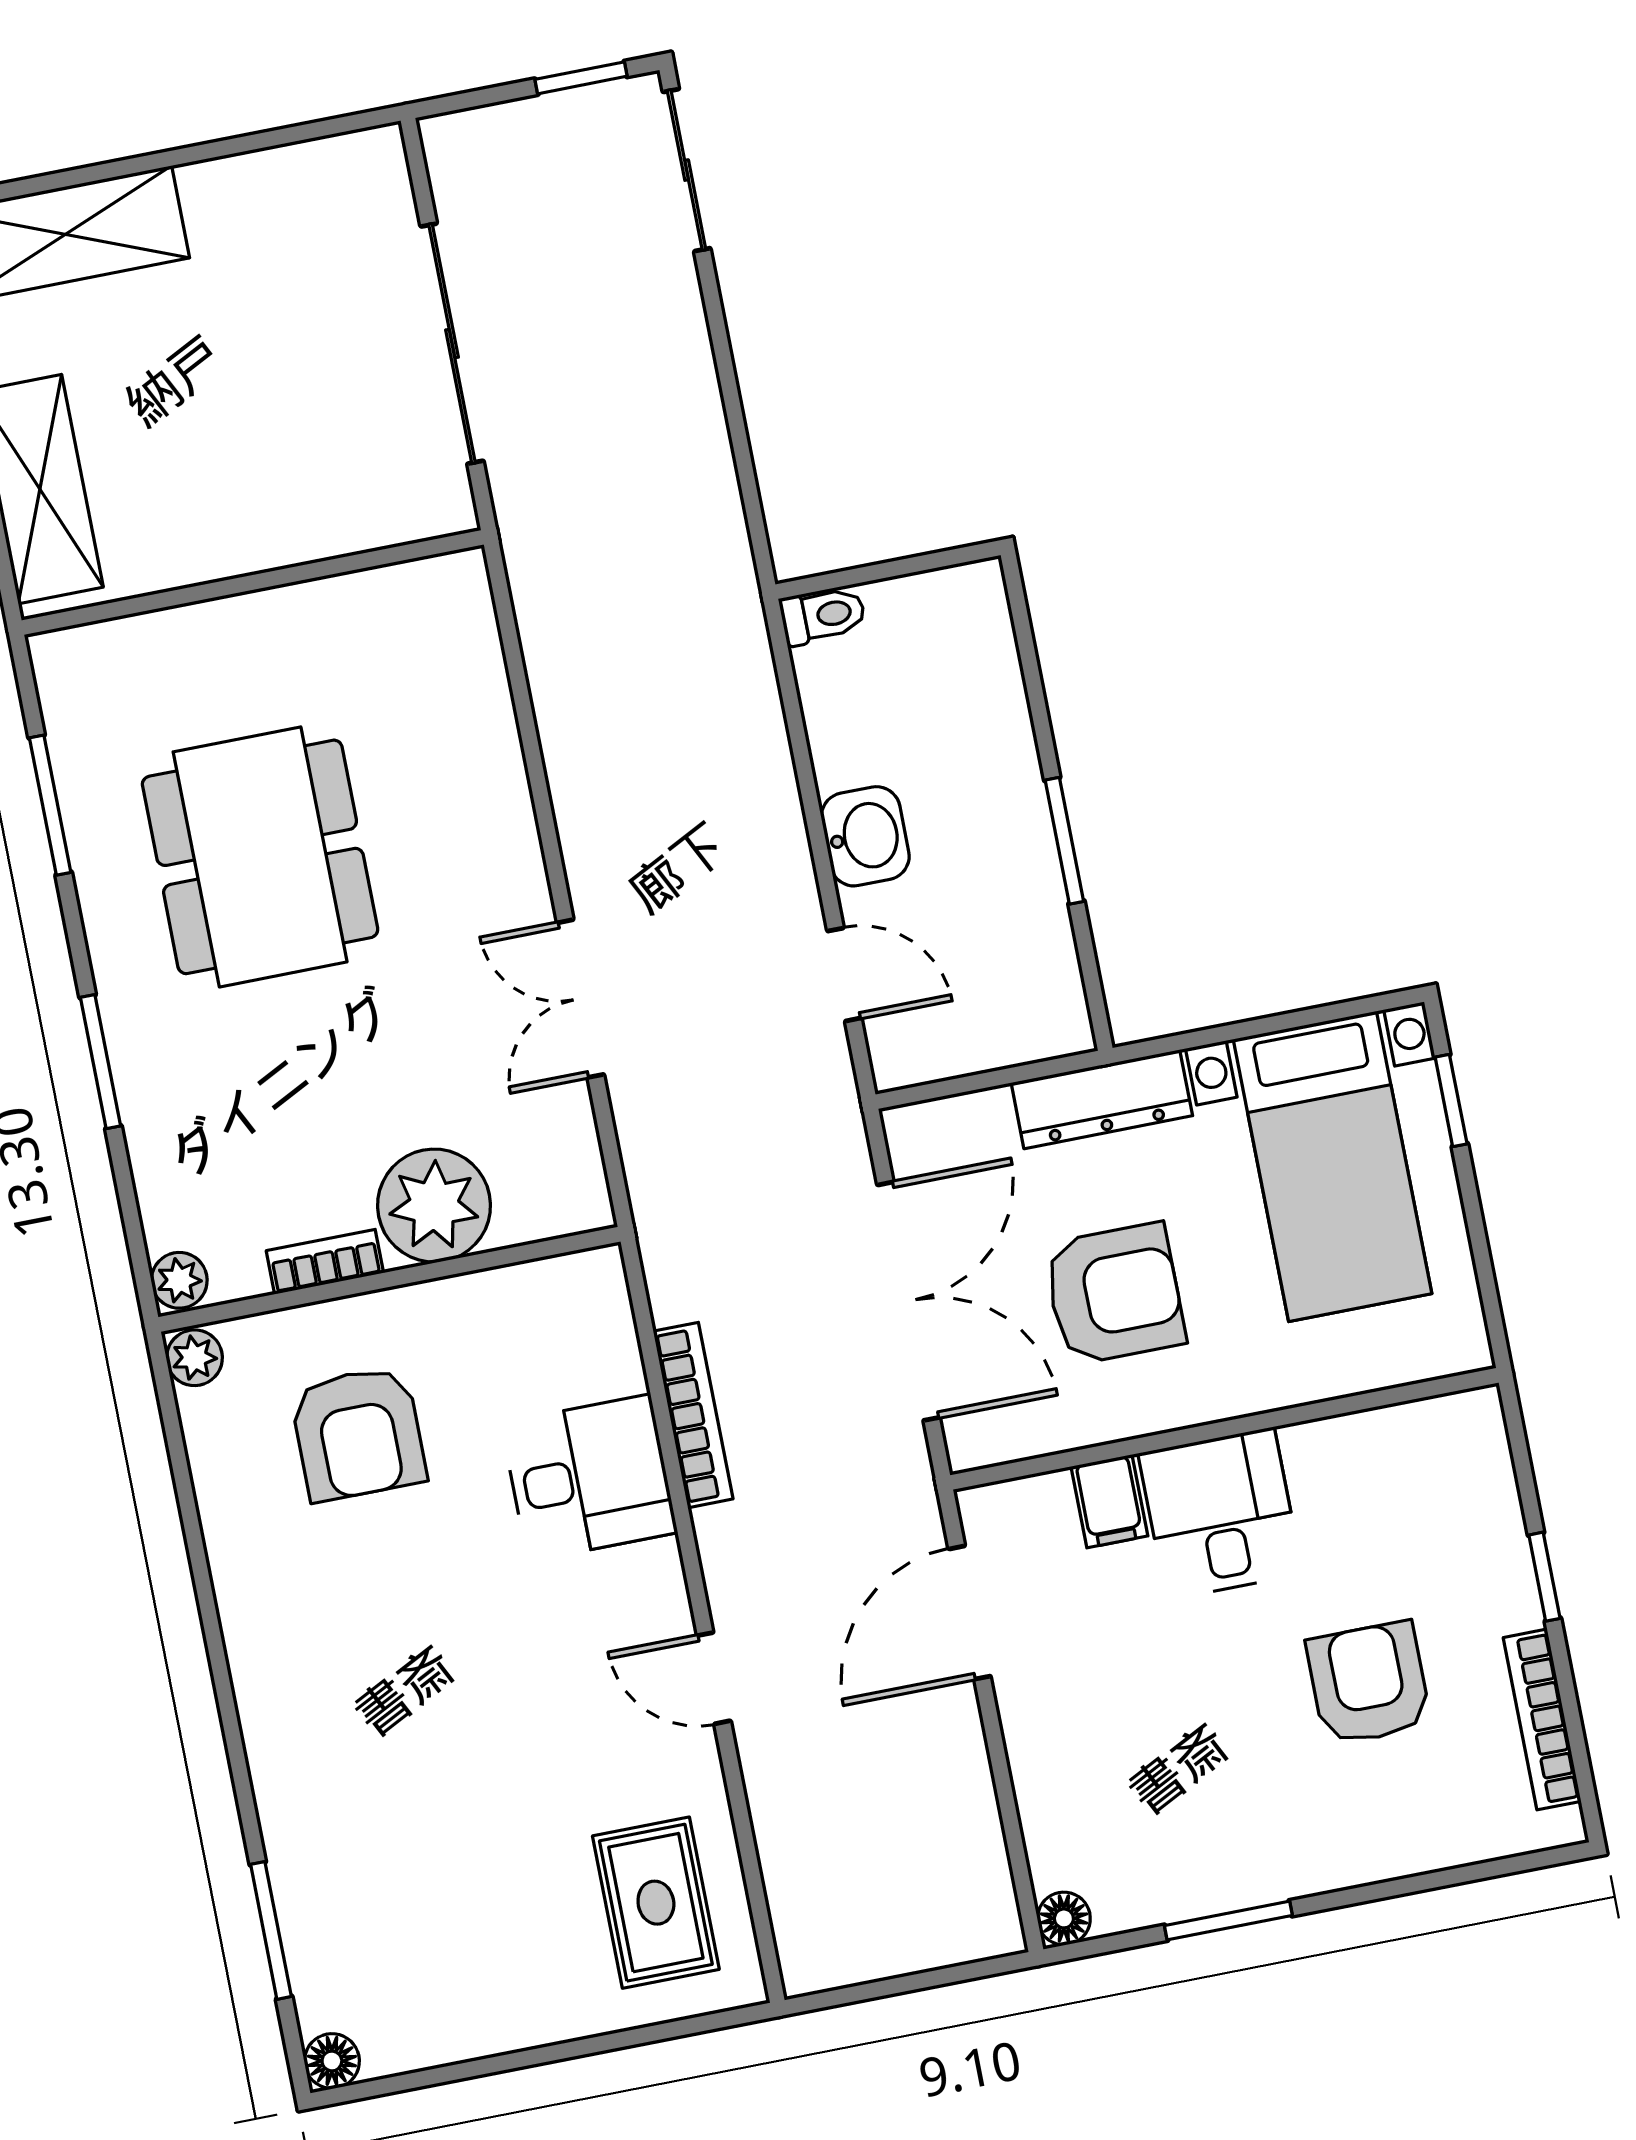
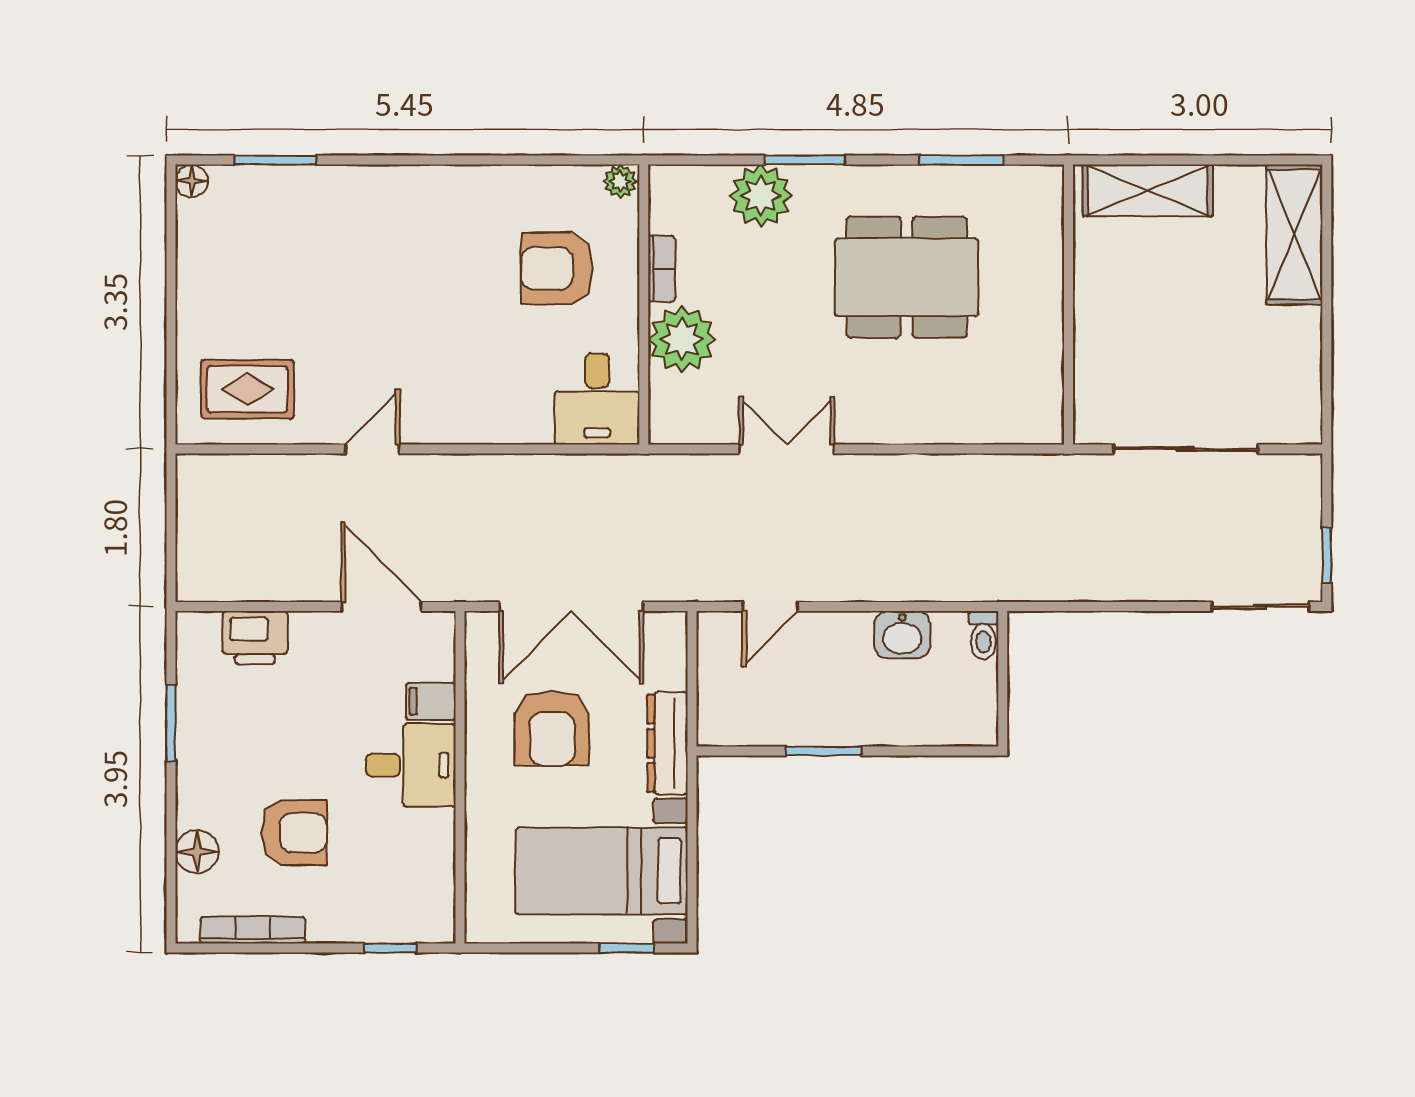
washbasin: (865, 836) -> (902, 635), moved
plant: (179, 1280) -> (761, 196), moved, width x1.88, depth x1.88
bookcase: (693, 1415) -> (529, 467), removed
desk: (589, 1478) -> (597, 399), moved
window: (1544, 1577) -> (390, 948), moved
printer: (1062, 1810) -> (255, 638), added
floor lamp: (1064, 1918) -> (197, 852), moved, width x1.37, depth x1.37

